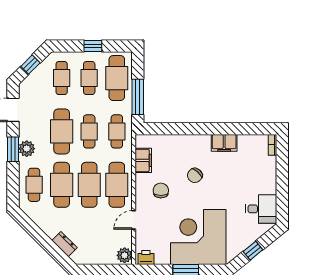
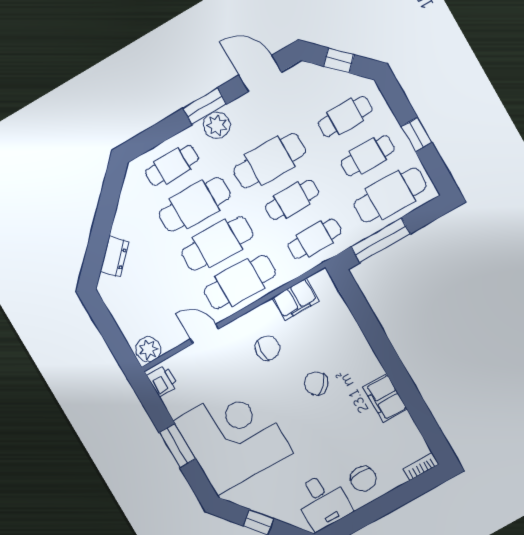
chair: (261, 180) -> (363, 479), added

